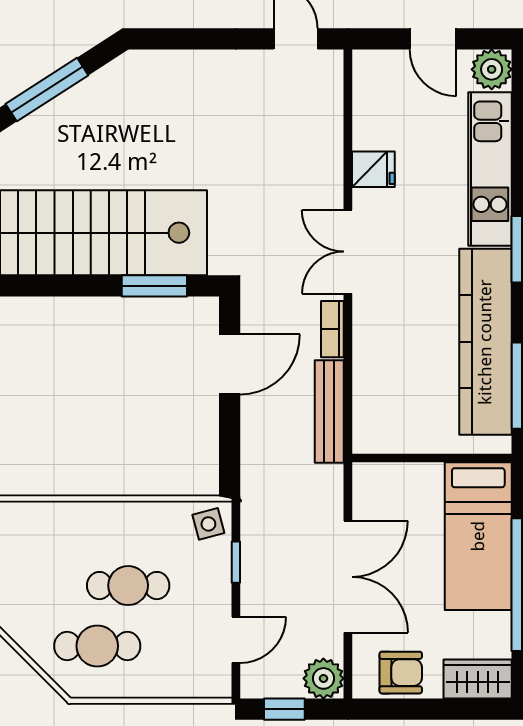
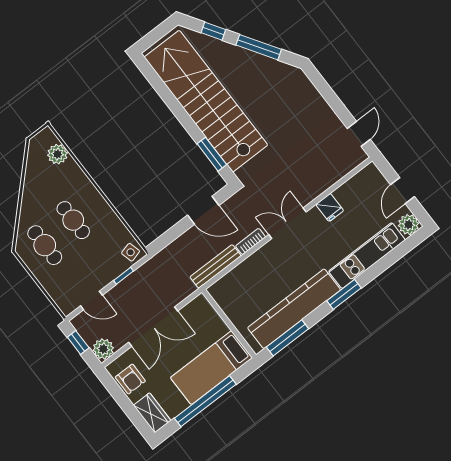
cafe table: (128, 586) -> (73, 220), moved

